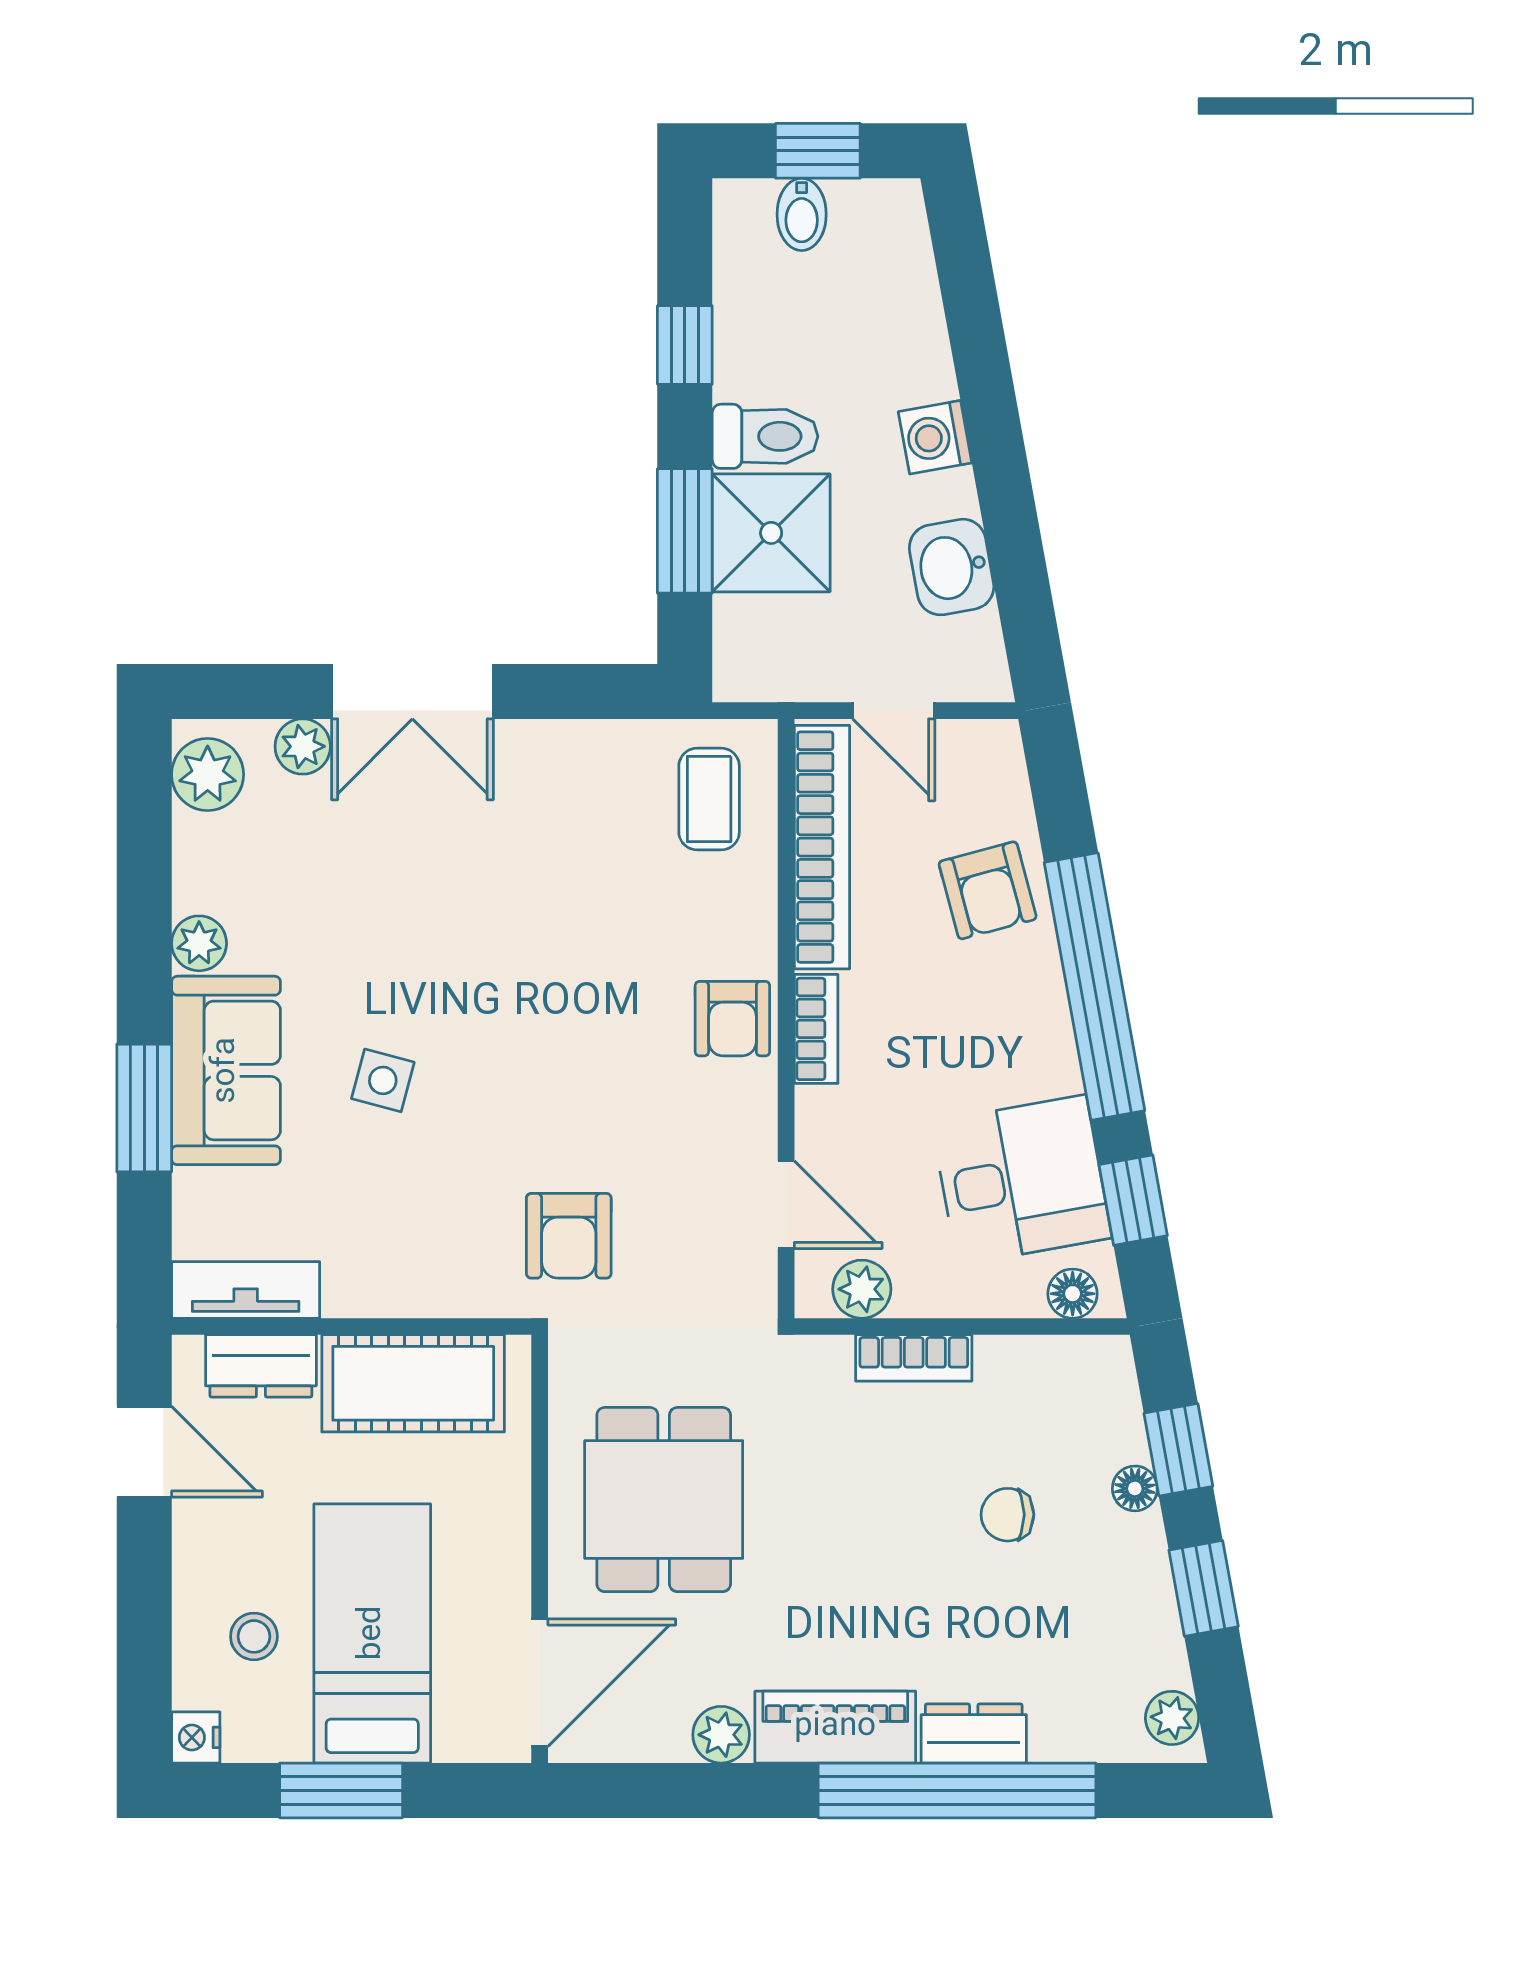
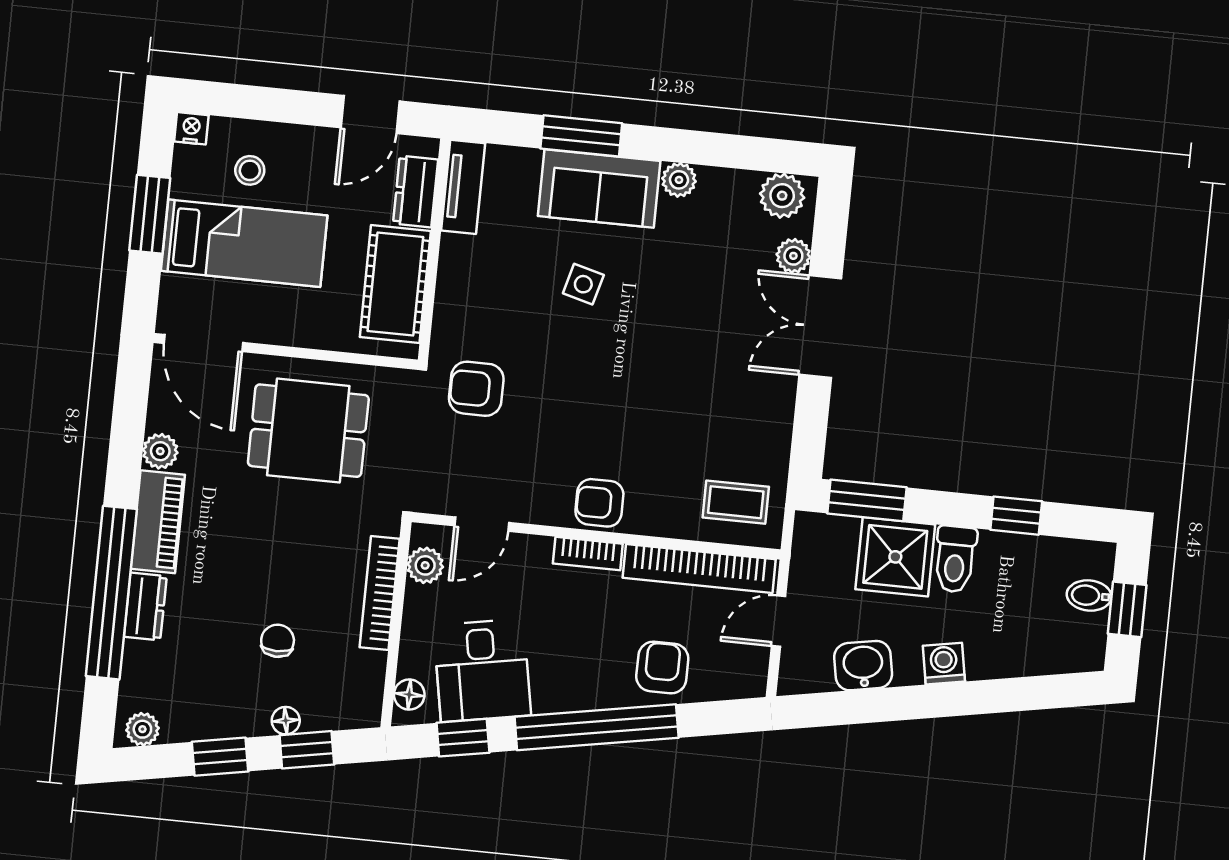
window: (685, 531) -> (867, 500), moved
armchair: (988, 890) -> (662, 668), turned 105
bookcase: (914, 1358) -> (380, 593), width x1.56

